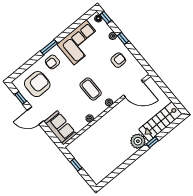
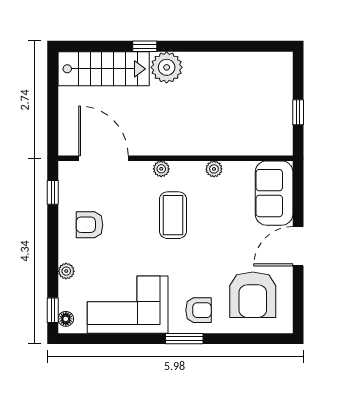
window: (123, 38) -> (53, 192), moved
armchair: (37, 84) -> (253, 295), turned -90
window: (21, 98) -> (298, 295), removed
door: (35, 116) -> (298, 246), swing flipped

